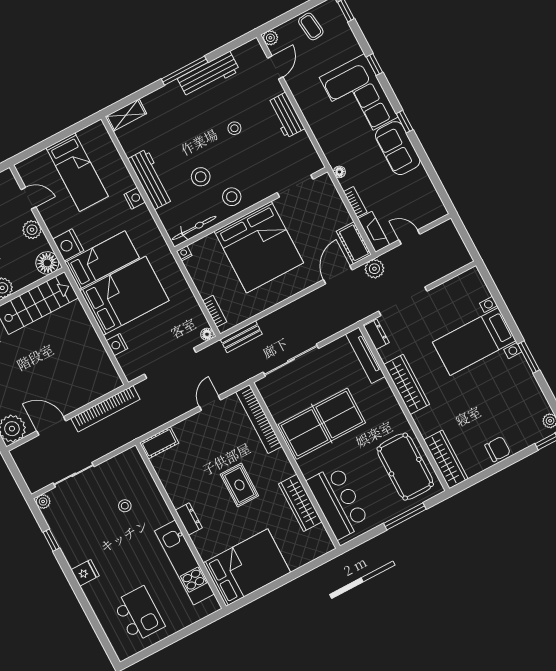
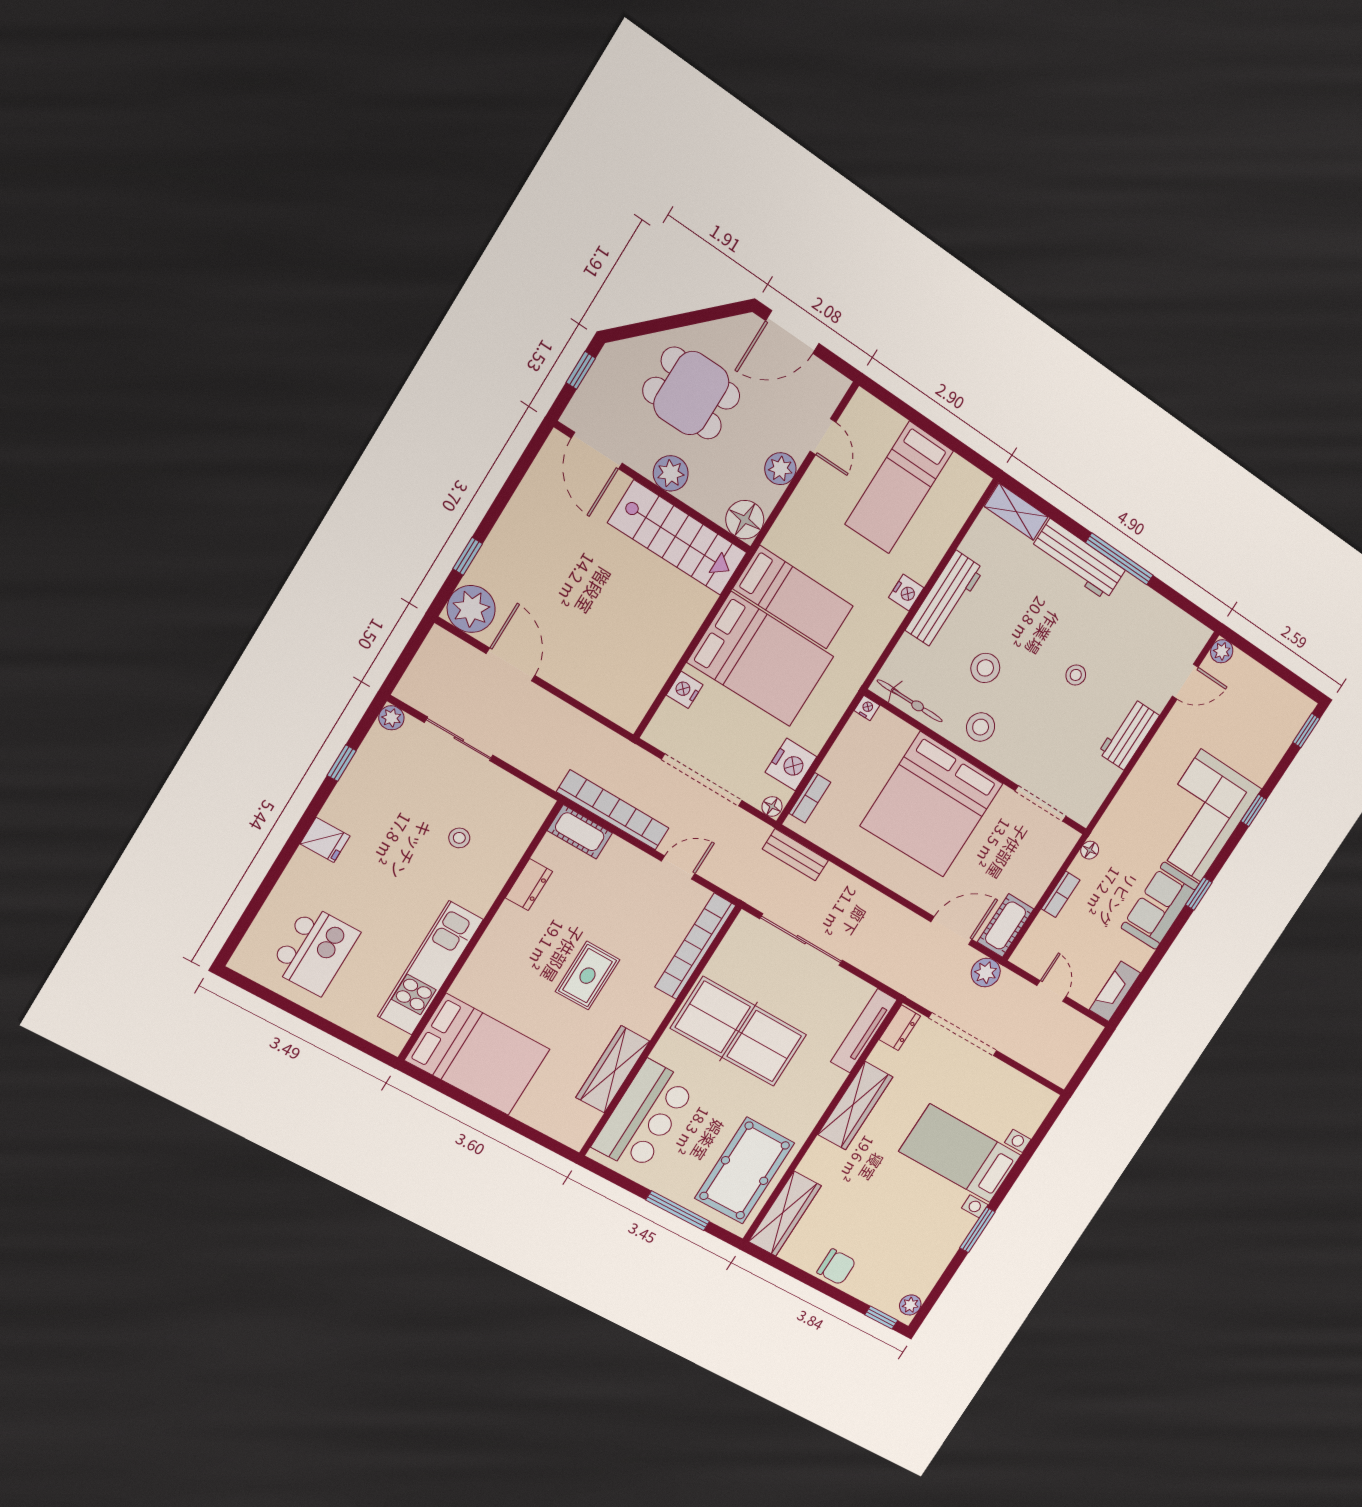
coffee table: (311, 27) -> (1263, 697), removed
workbench: (209, 75) -> (1078, 560), moved
fireplace: (374, 232) -> (1115, 991), moved, turned 180
nightstand: (68, 245) -> (791, 764), moved, turned 180
bookcase: (105, 409) -> (613, 810), moved, turned 180
dresser: (189, 519) -> (529, 885), moved

